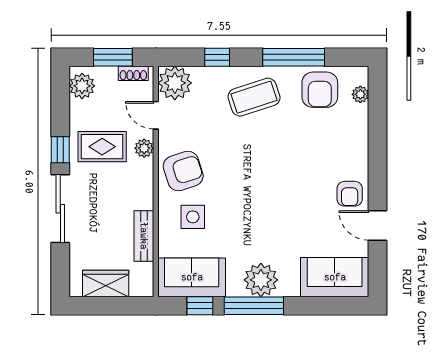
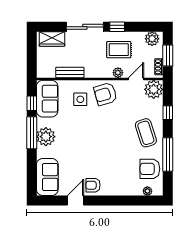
rug: (102, 147) -> (119, 50), turned 90
armchair: (183, 171) -> (105, 94), turned 92
wardrobe: (106, 284) -> (52, 39), moved, turned 90

